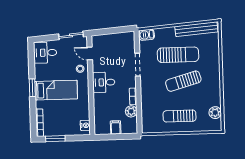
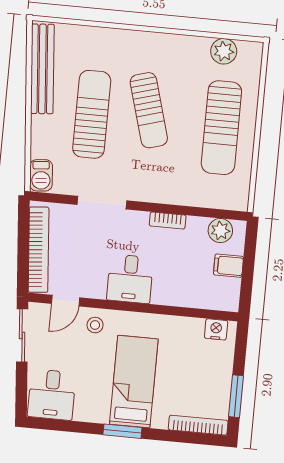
bookcase: (112, 38) -> (39, 250), added
plant: (131, 111) -> (220, 231), moved
sun lounger: (179, 116) -> (221, 128), width x1.36, depth x1.34

